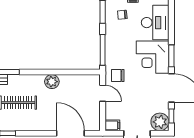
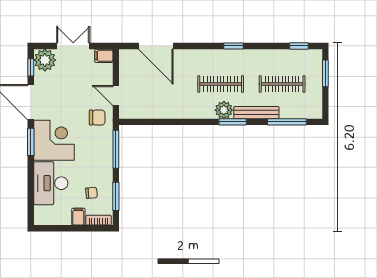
plant: (52, 82) -> (224, 110), moved

